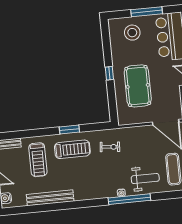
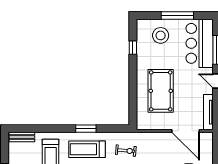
window: (109, 73) -> (133, 48), moved
treadmill: (72, 149) -> (87, 149), turned 180

